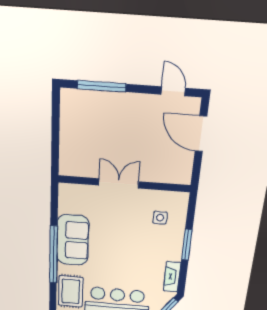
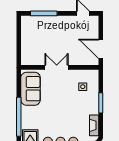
door: (201, 134) -> (101, 49), moved
sofa: (73, 240) -> (31, 89), moved

